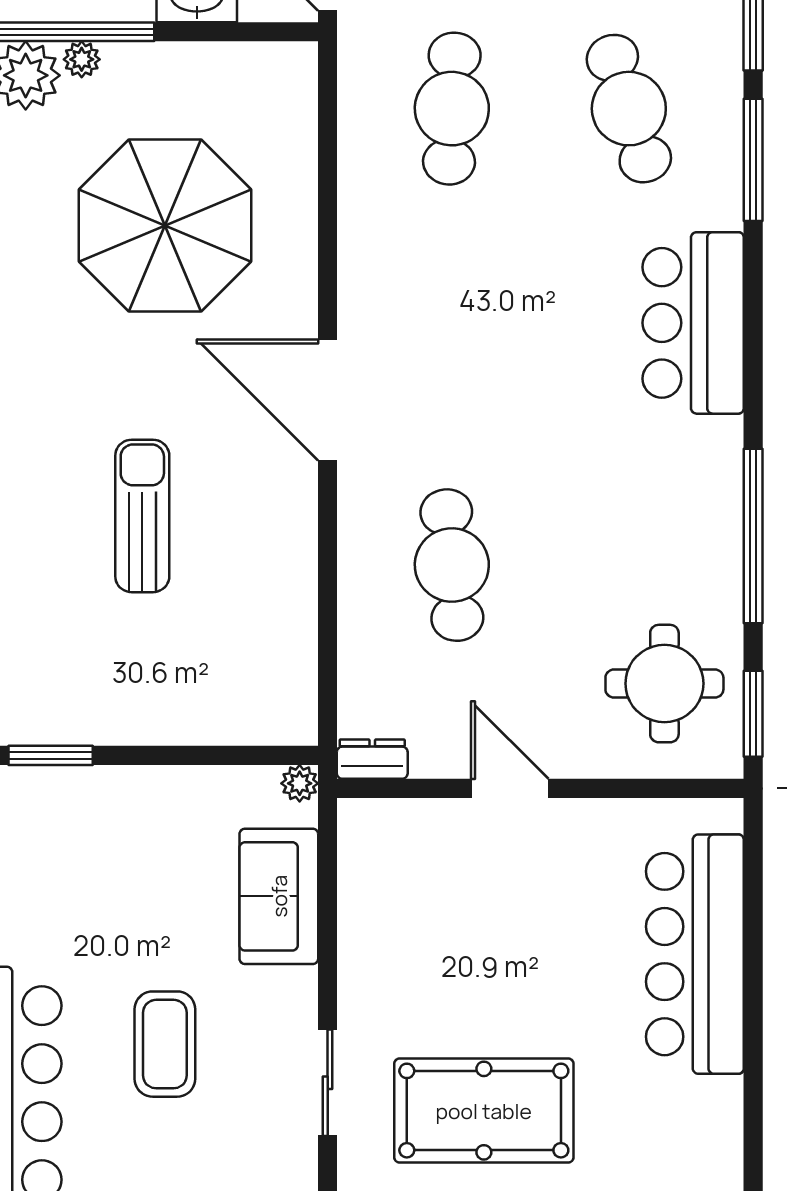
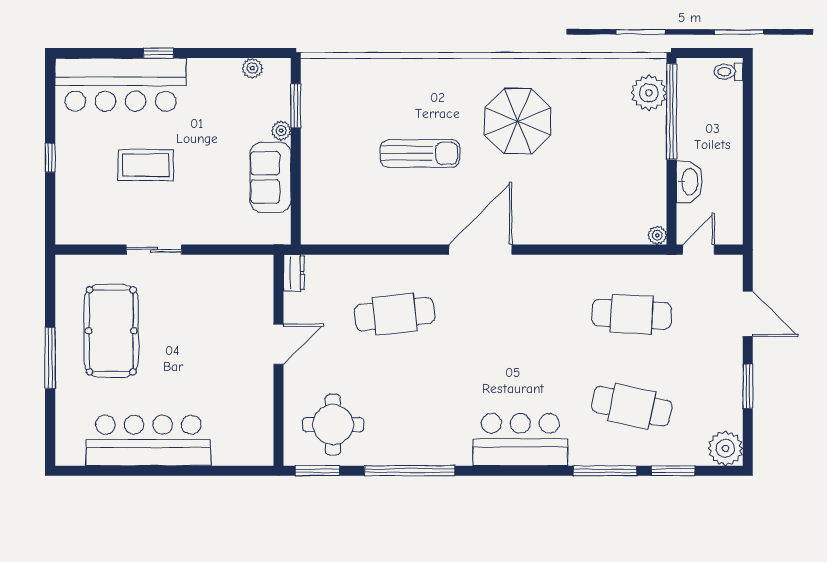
plant: (82, 59) -> (657, 235), moved
cafe table: (629, 109) -> (632, 406), turned 30
parasol: (165, 226) -> (518, 121), moved, width x0.73, depth x0.73
plant: (300, 783) -> (281, 131), moved
sofa: (279, 896) -> (270, 177), moved, turned -90
bar counter: (695, 954) -> (148, 440), moved
sliding door: (328, 1083) -> (154, 250), moved

